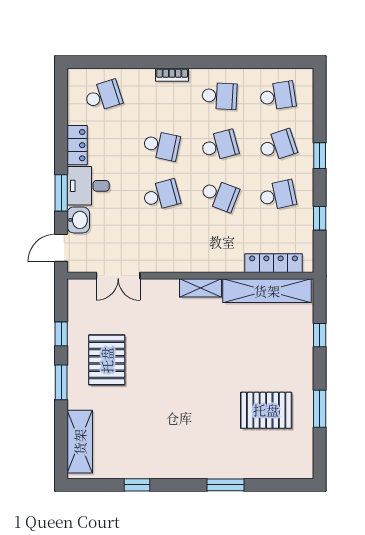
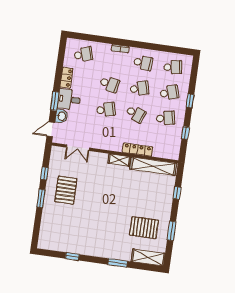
locker: (274, 263) -> (137, 150), moved
shelving: (80, 442) -> (148, 257), moved, turned 90

